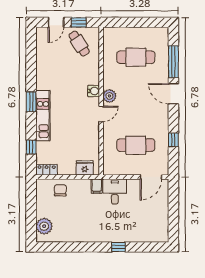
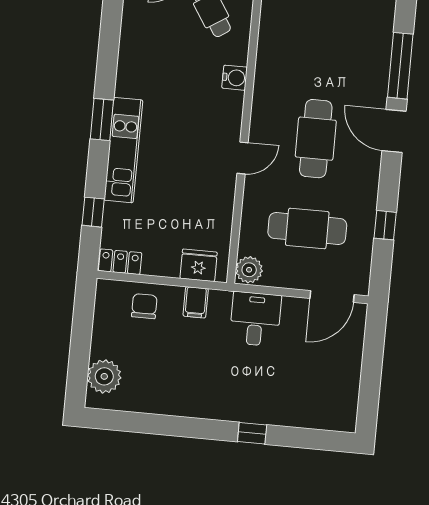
cafe table: (136, 57) -> (316, 139), moved, turned 90
water cooler: (94, 91) -> (235, 78), moved
plant: (109, 96) -> (249, 270), moved
filing cabinet: (97, 186) -> (196, 302), moved

